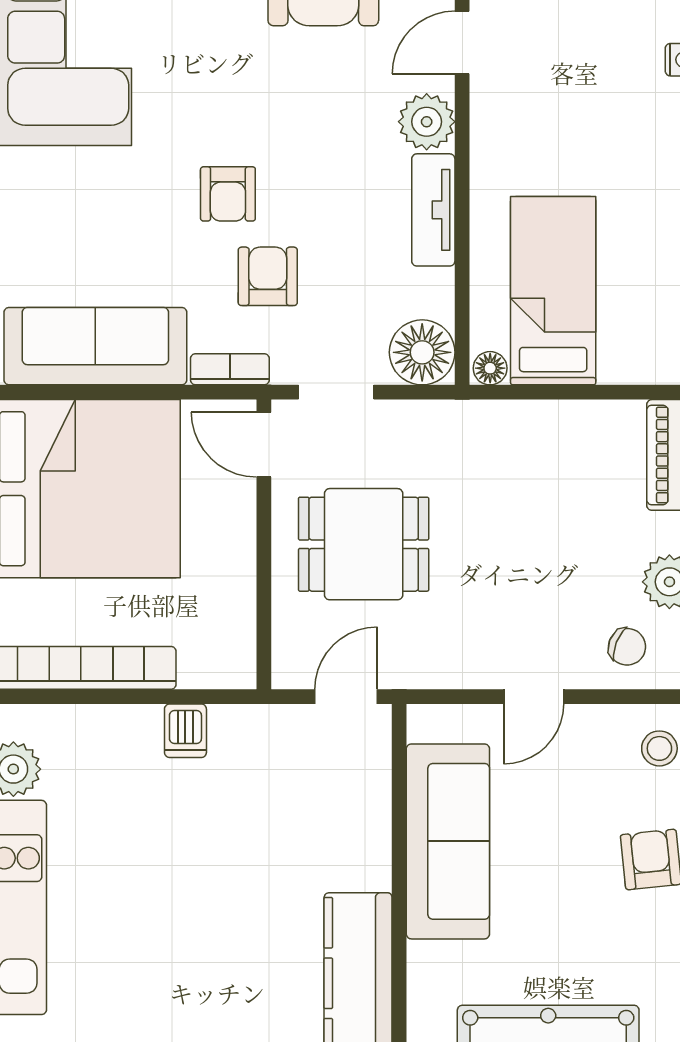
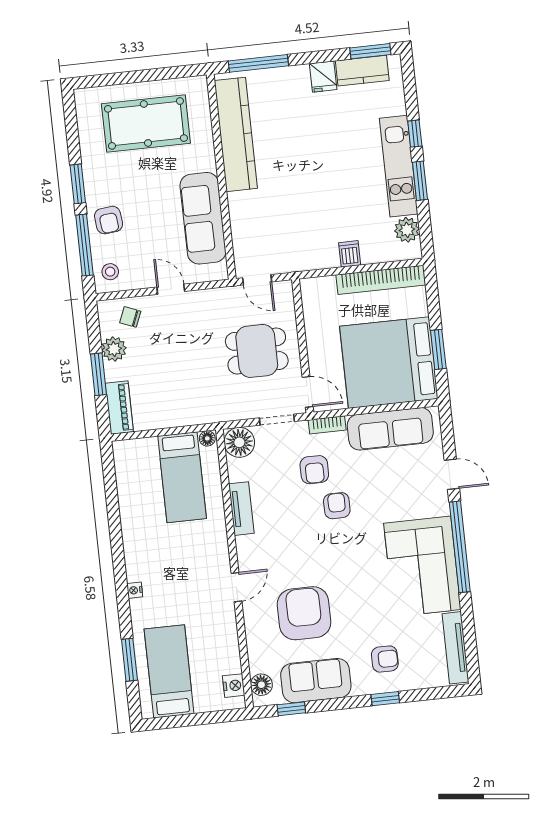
plant: (427, 122) -> (249, 549), removed
door: (346, 697) -> (257, 280), hinge flipped
door: (534, 697) -> (171, 289), hinge flipped
dishwasher: (185, 731) -> (350, 254), moved

